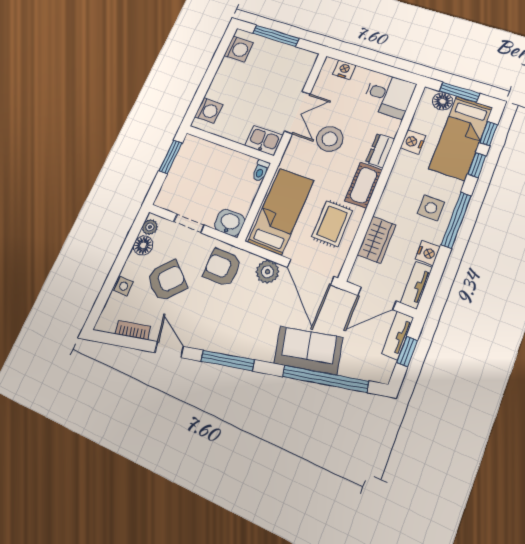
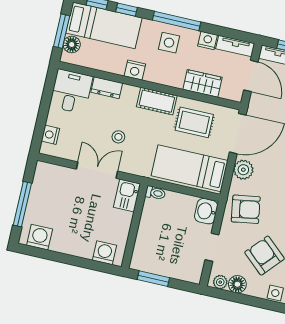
stool: (330, 139) -> (118, 137), width x0.53, depth x0.53
nightstand: (413, 142) -> (135, 70), moved
dresser: (380, 150) -> (107, 88), moved
armchair: (222, 267) -> (246, 209), turned -99

